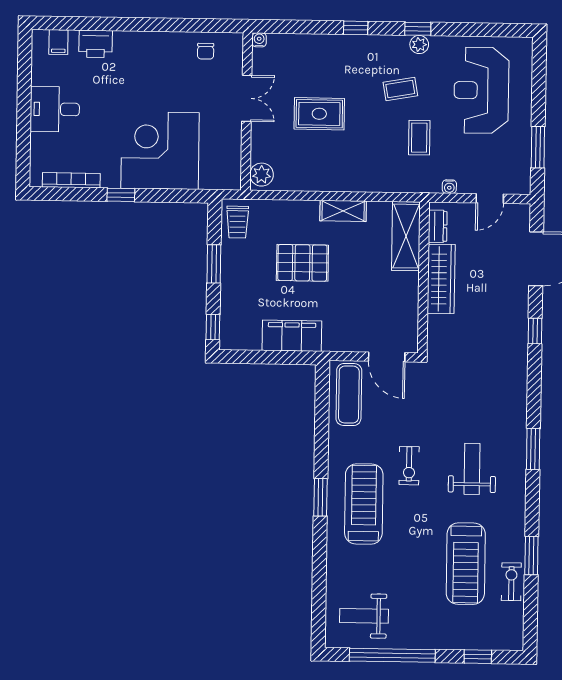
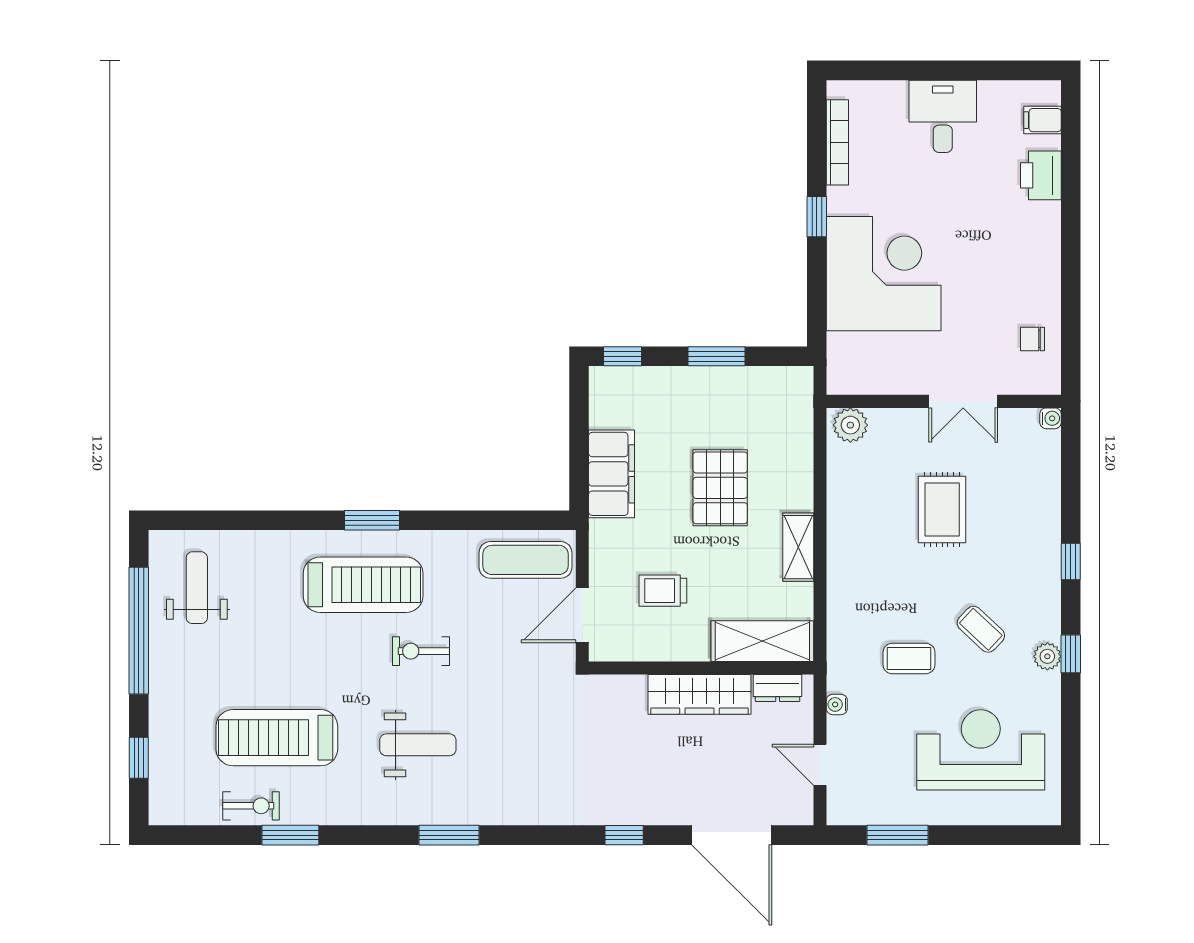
coffee table: (400, 89) -> (981, 629), turned -37
trolley: (238, 222) -> (663, 591), moved

